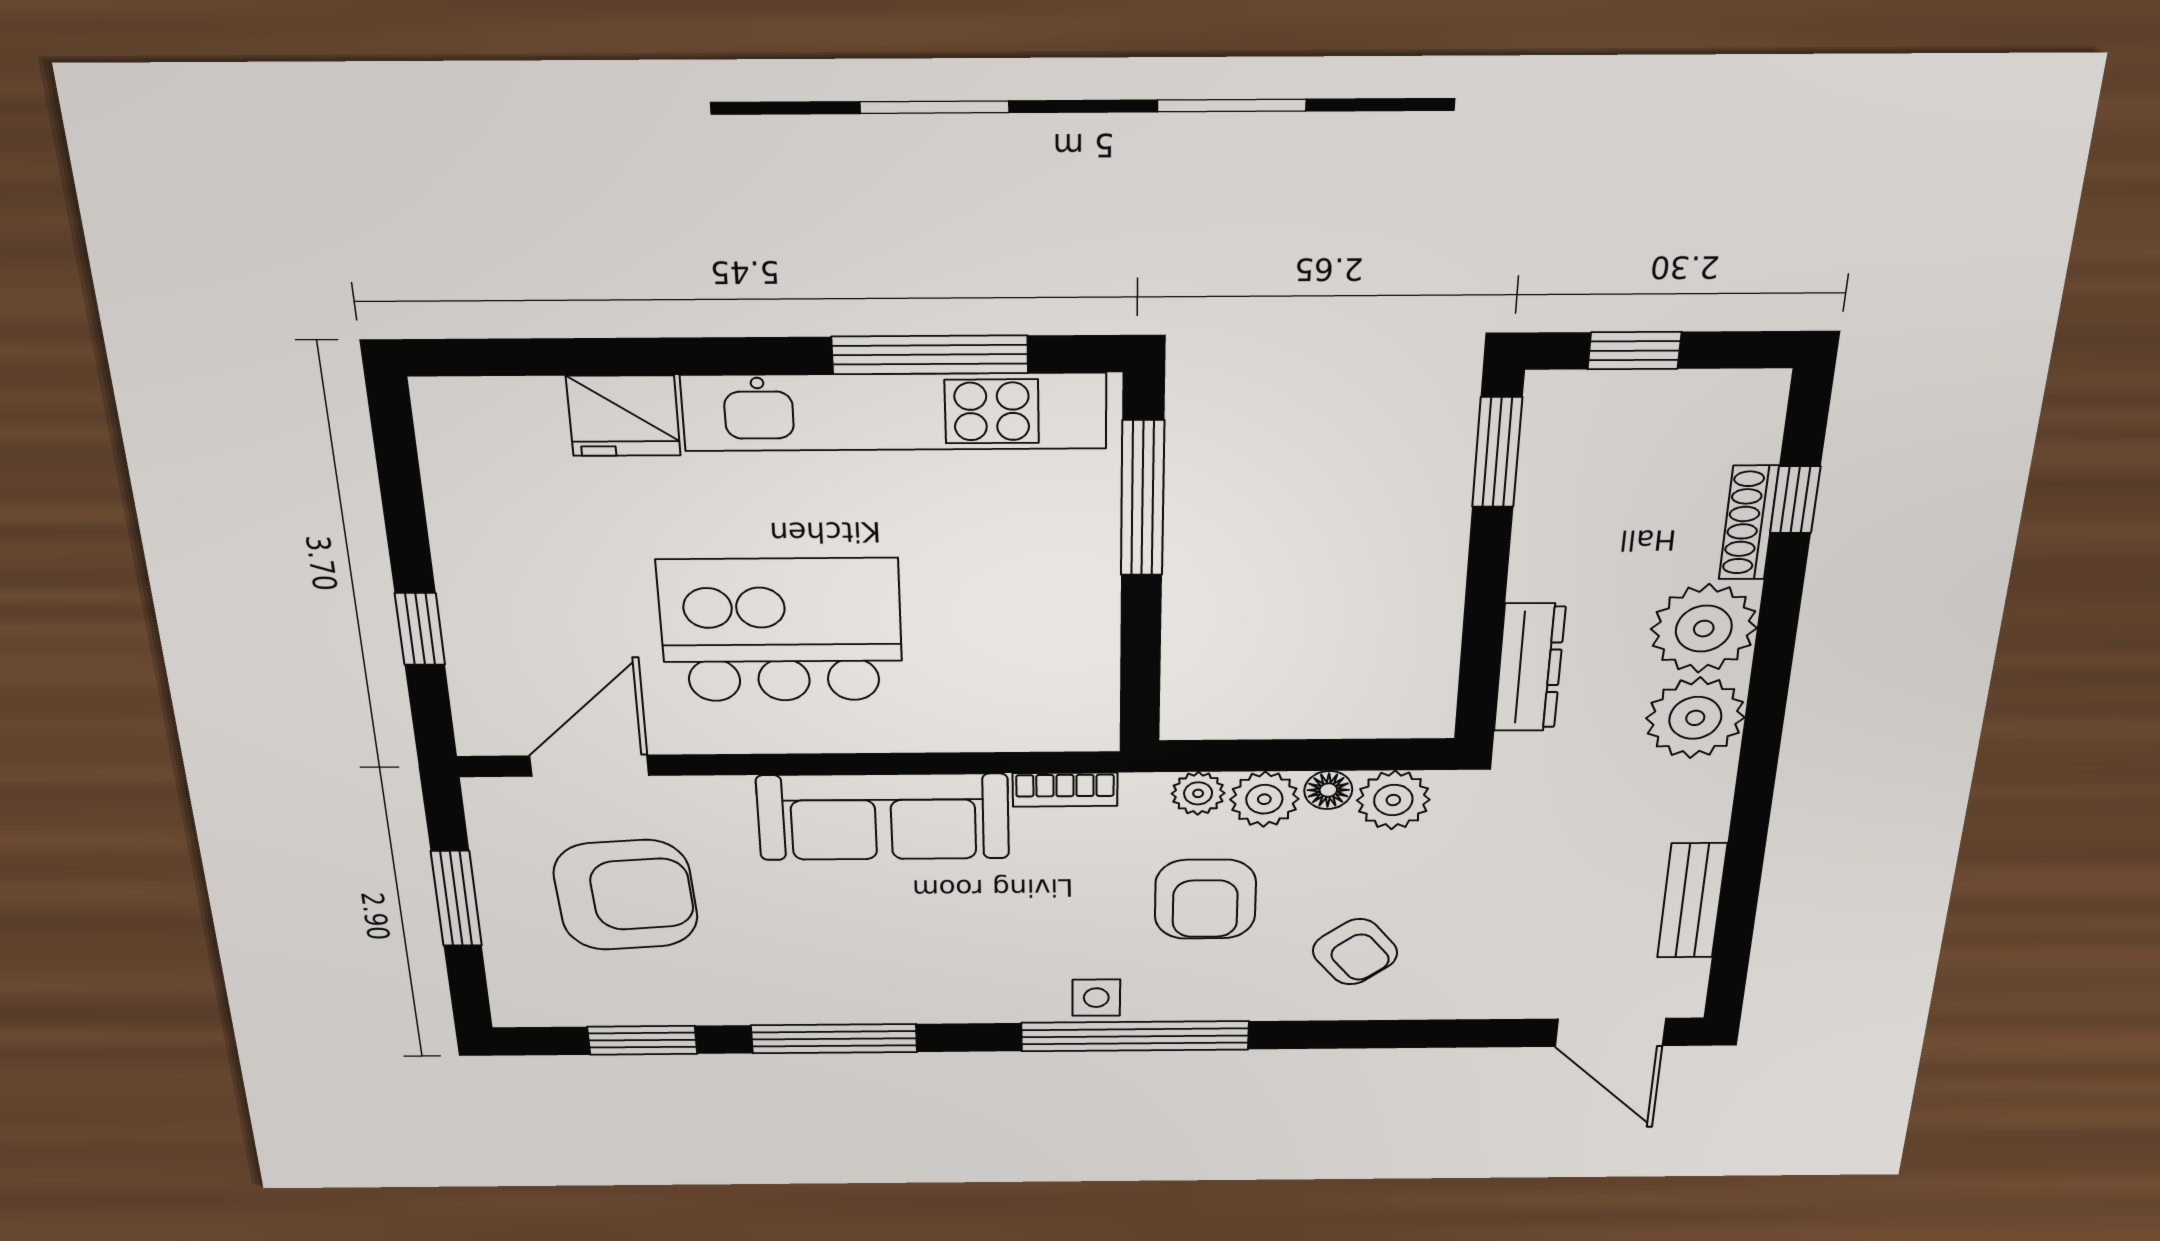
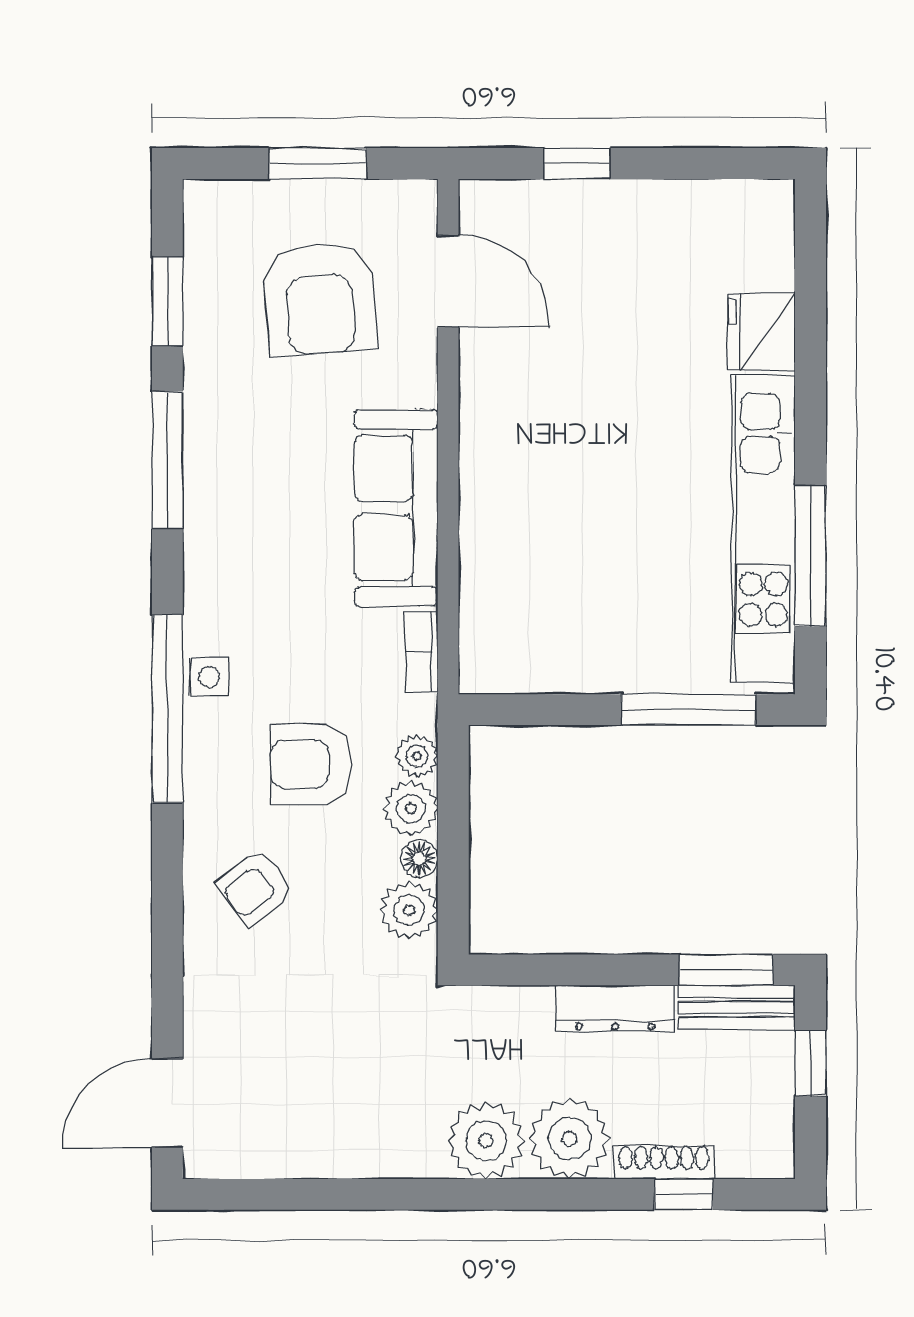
kitchen island: (781, 630) -> (574, 436), removed
dresser: (1530, 667) -> (615, 1008), moved
bench: (1692, 901) -> (737, 1007), moved

